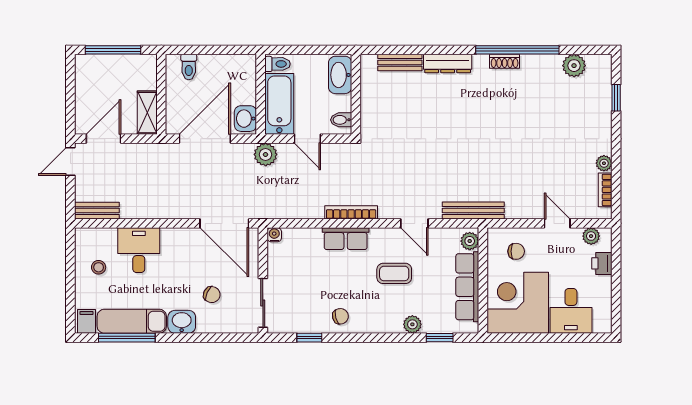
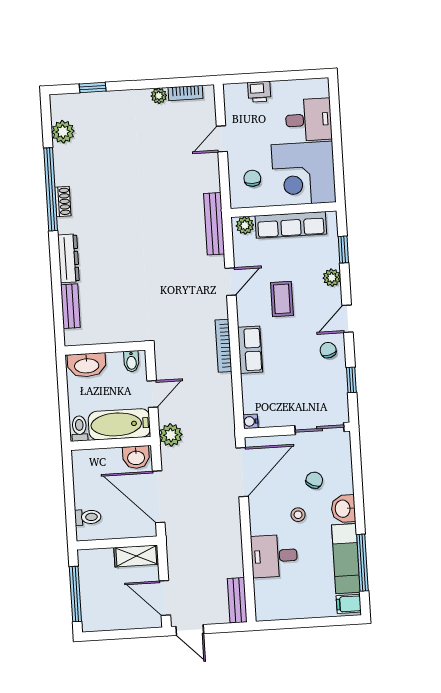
plant: (591, 236) -> (232, 104), removed
stool: (99, 267) -> (298, 515), moved
door: (371, 338) -> (348, 319), added

